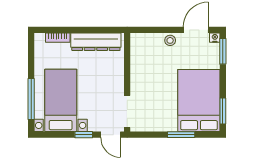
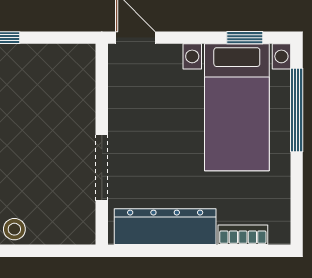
doorway: (127, 111) -> (102, 168), moved
window: (84, 135) -> (245, 38), moved

